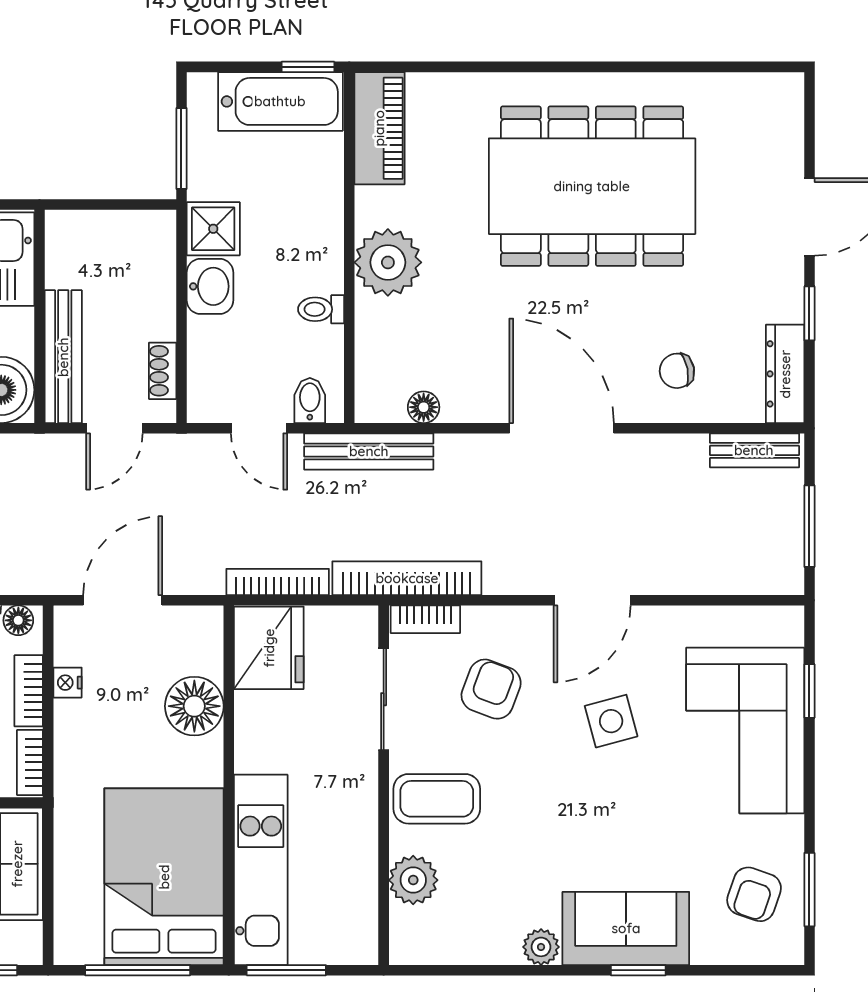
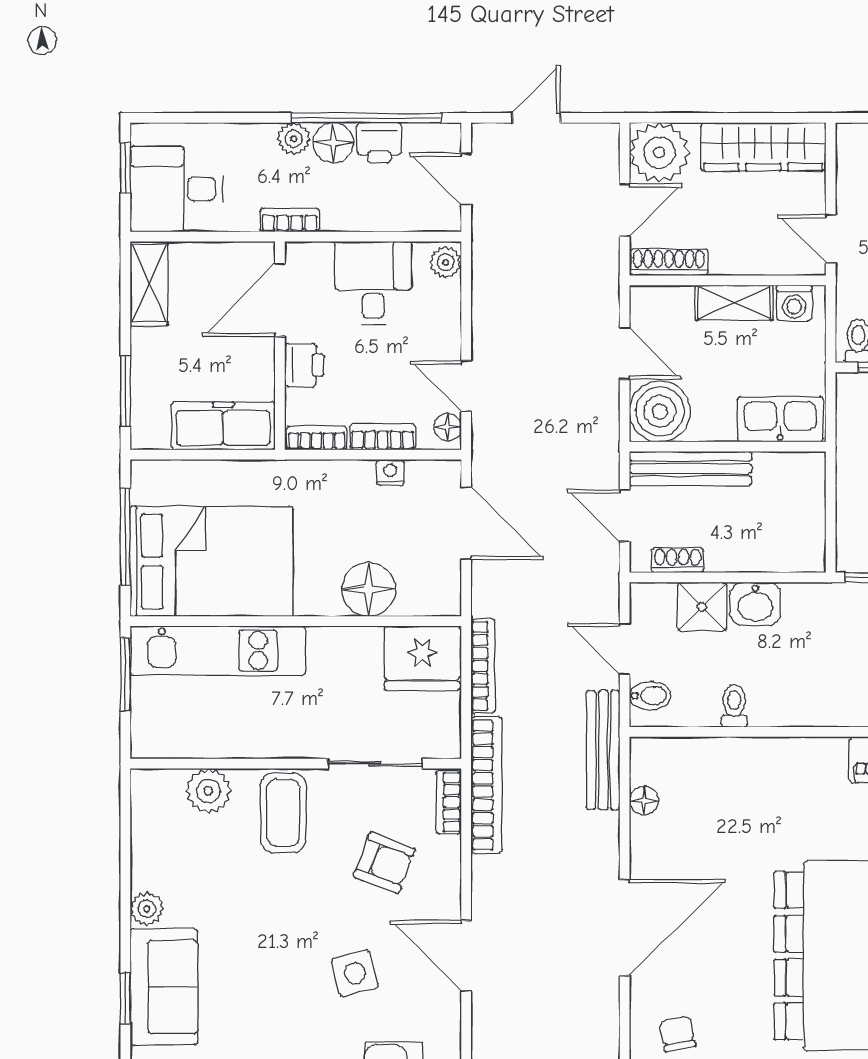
shower: (213, 229) -> (702, 607), moved
plant: (388, 262) -> (777, 768), removed
door: (259, 428) -> (625, 649), hinge flipped

